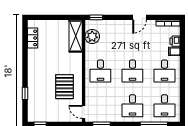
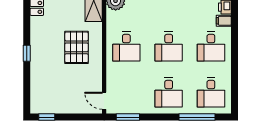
pallet: (65, 87) -> (77, 47), moved
window: (25, 93) -> (27, 53), moved

